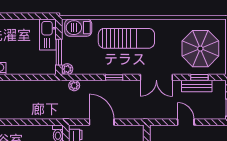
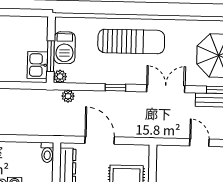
barbecue: (78, 28) -> (65, 48), moved, turned -90
kitchen sink: (48, 35) -> (37, 65), moved, width x0.73
double door: (156, 77) -> (166, 89), swing flipped

